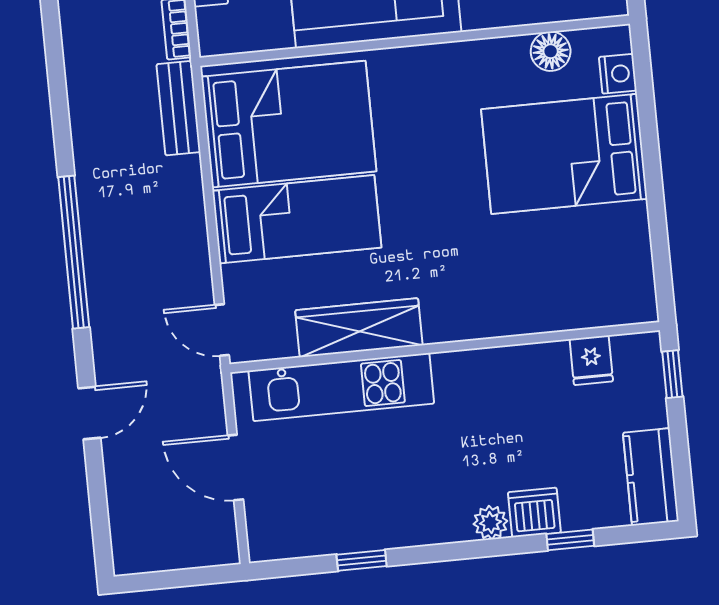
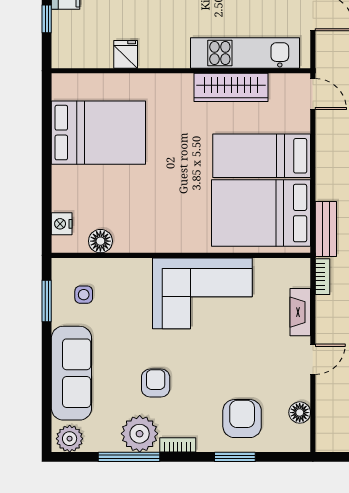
bed: (564, 154) -> (98, 133), moved
fridge: (591, 360) -> (126, 54), moved
window: (672, 374) -> (47, 19), moved

